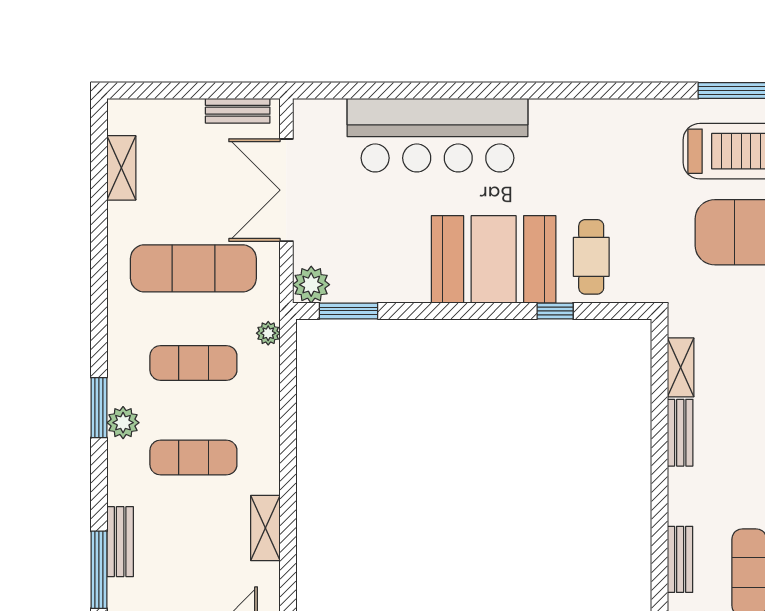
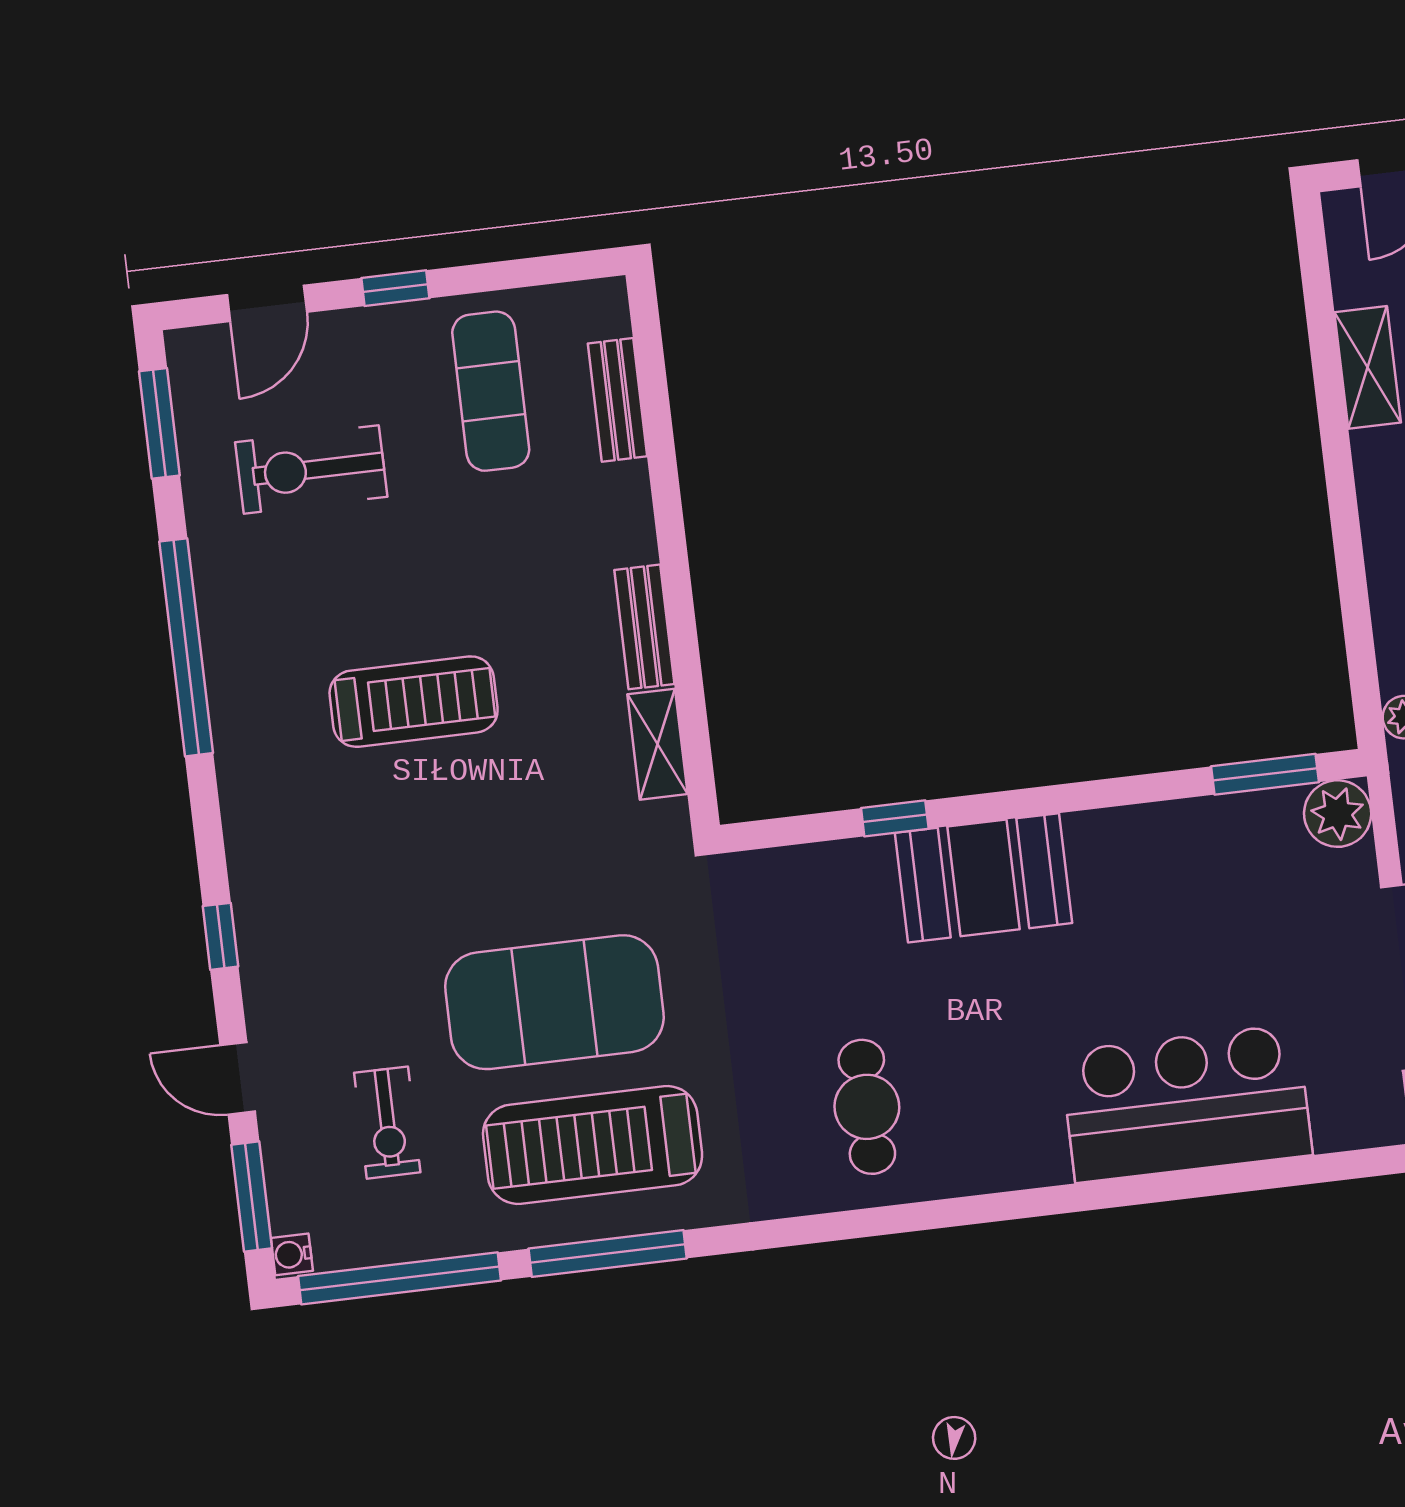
bar counter: (437, 135) -> (1186, 1103), width x0.73
cafe table: (591, 257) -> (867, 1107), moved
booth: (494, 259) -> (984, 878), width x0.73, depth x0.70

